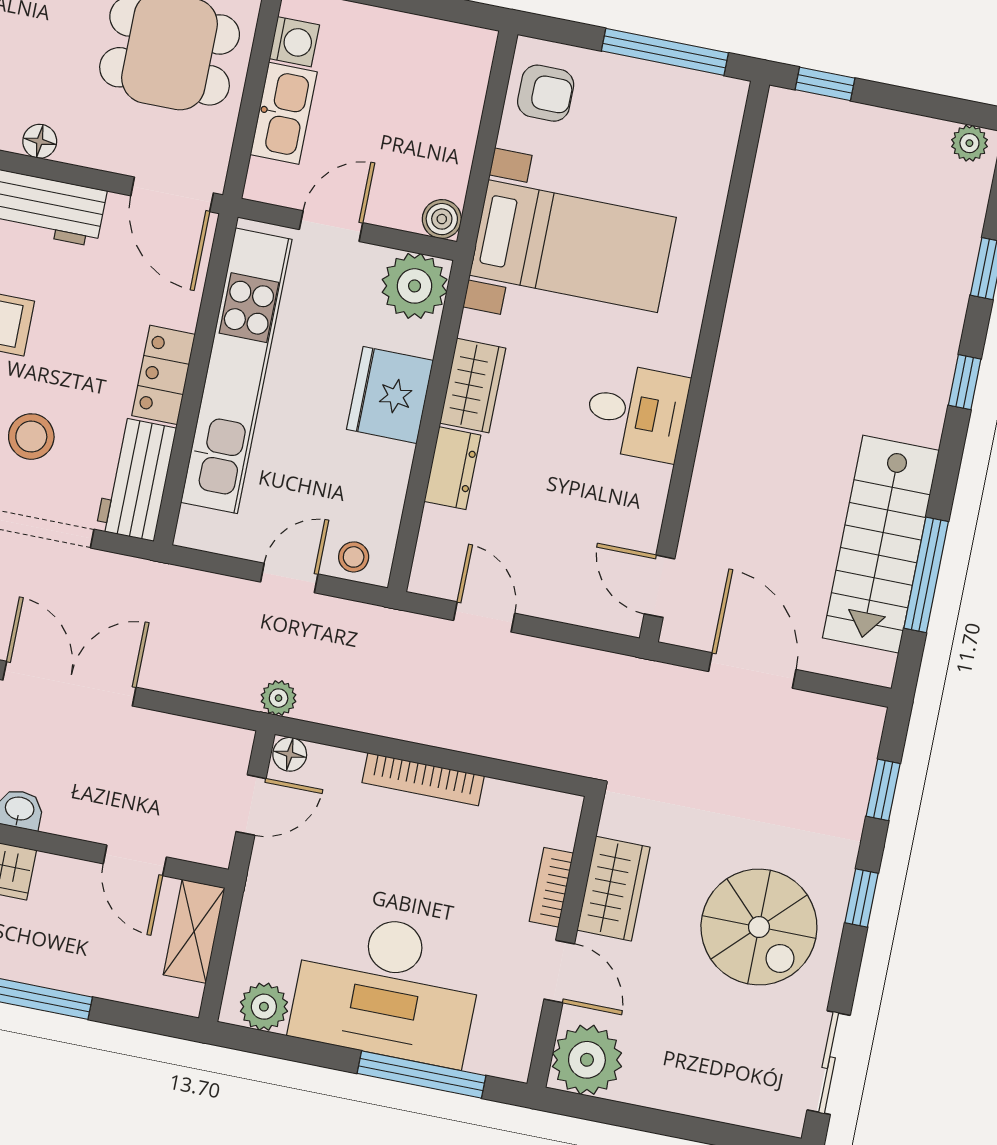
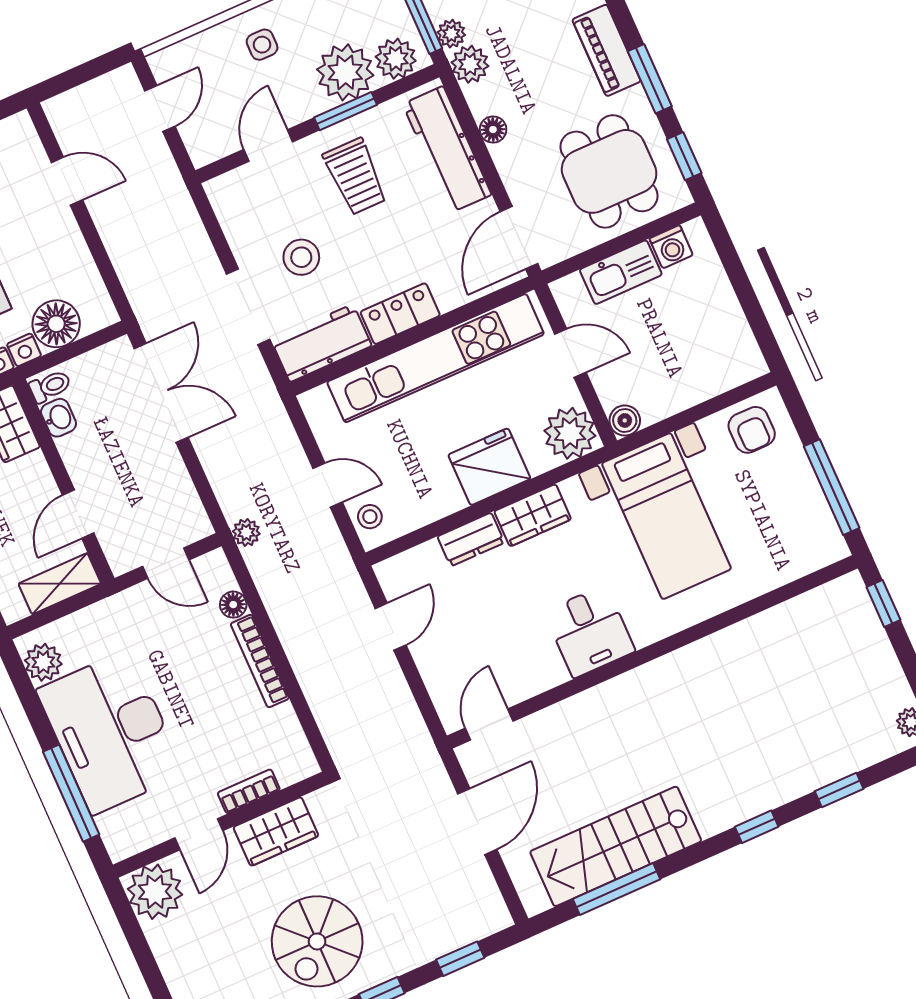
floor lamp: (290, 754) -> (233, 605), moved

